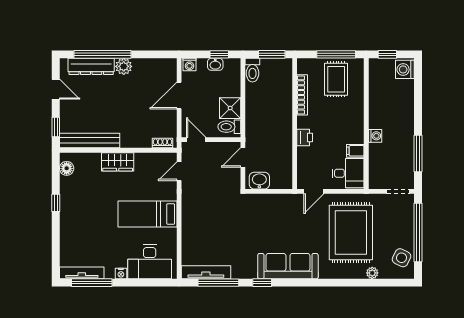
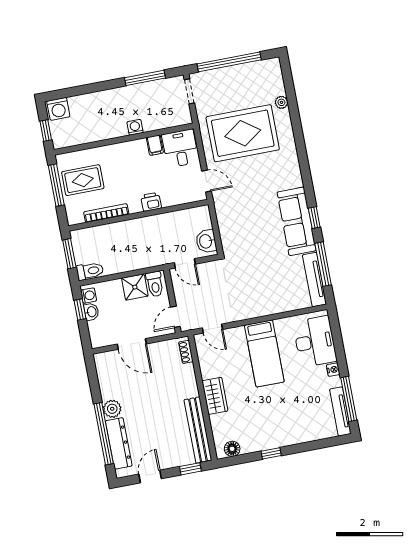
washing machine: (189, 65) -> (89, 296), moved
side table: (402, 258) -> (259, 74), removed
sofa: (288, 266) -> (297, 221), moved

